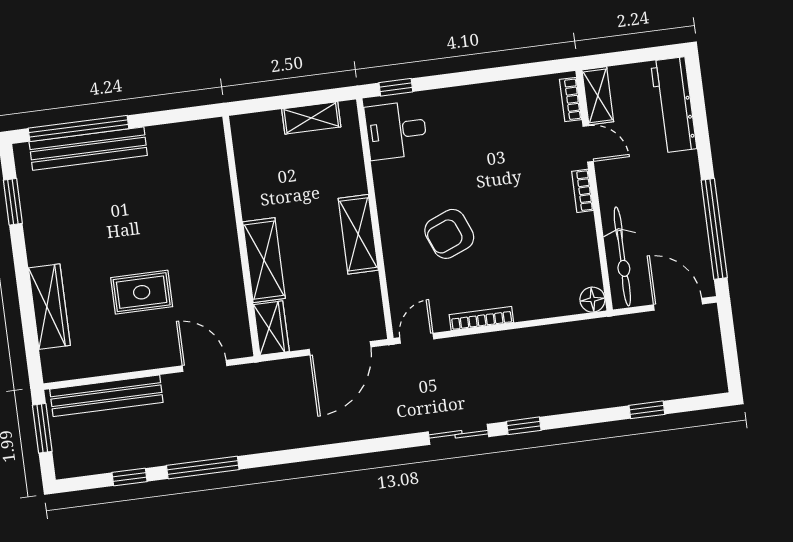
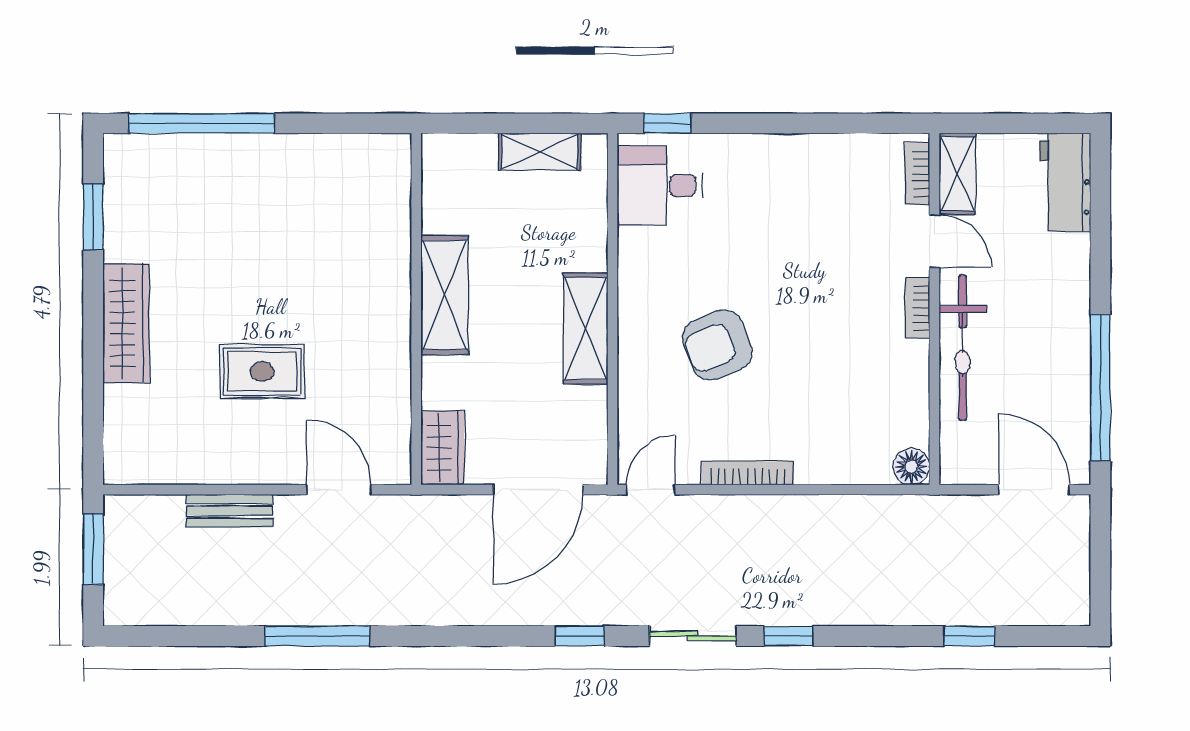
workbench: (674, 105) -> (1065, 182), width x0.73
bench: (88, 149) -> (212, 154), removed
bicycle: (622, 256) -> (963, 348), moved
shelving: (264, 260) -> (445, 295), moved
wardrobe: (49, 307) -> (126, 323), moved
bench: (106, 396) -> (229, 511), width x0.54, depth x0.82
window: (130, 477) -> (580, 636), moved

